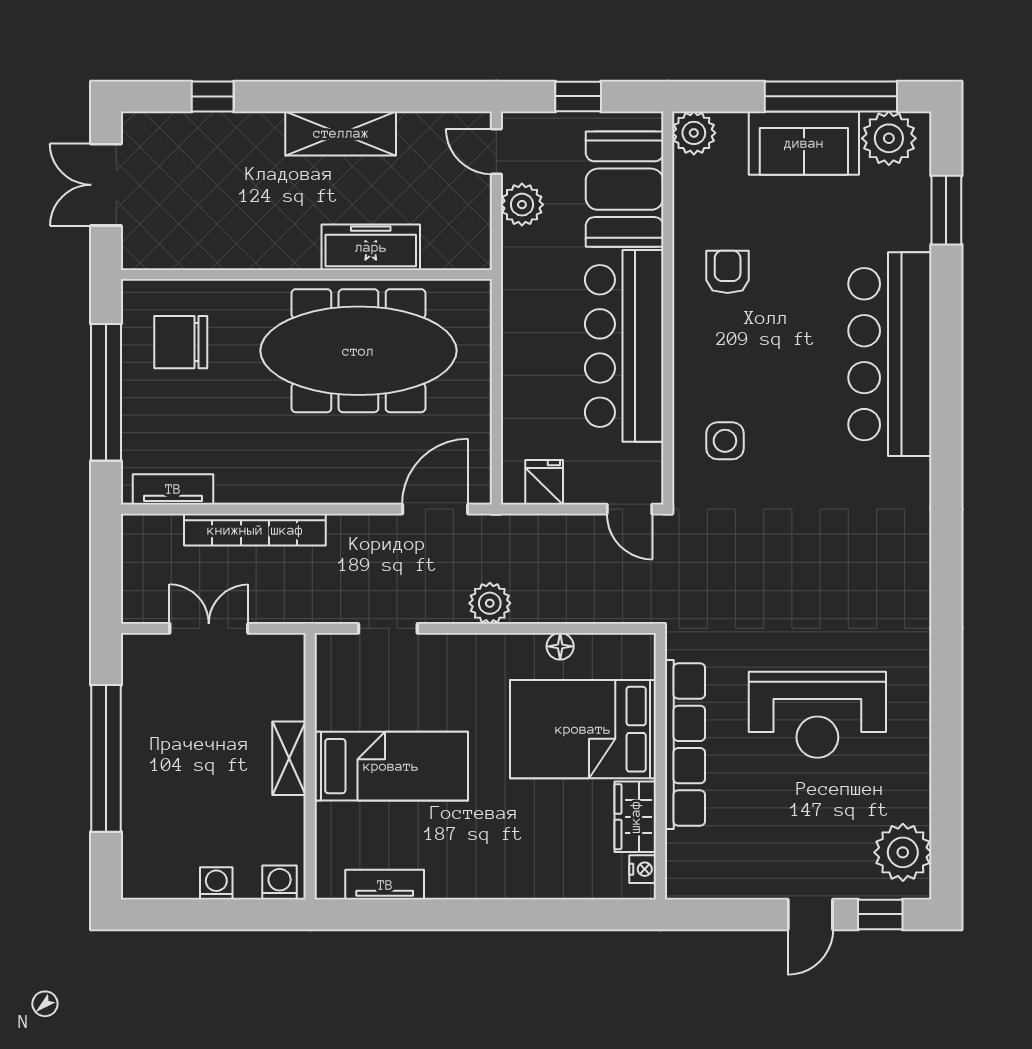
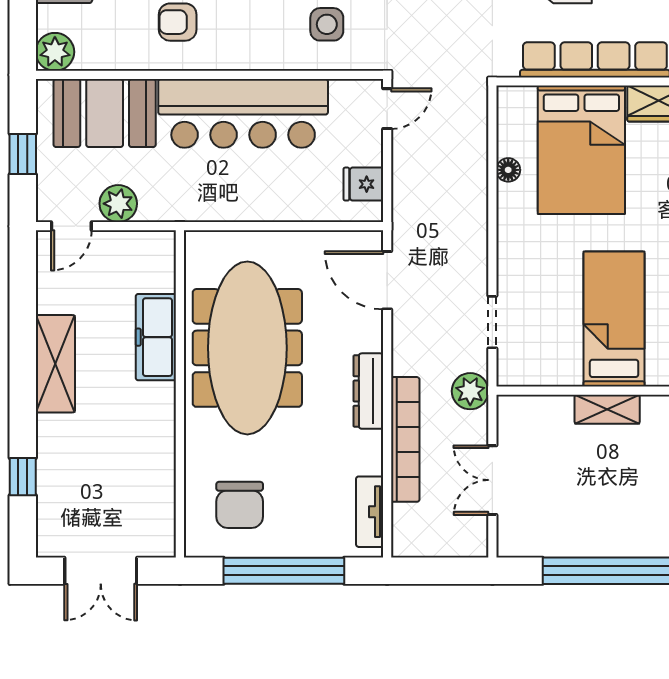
dresser: (310, 488) -> (368, 391), added
plant: (490, 603) -> (470, 391), moved

